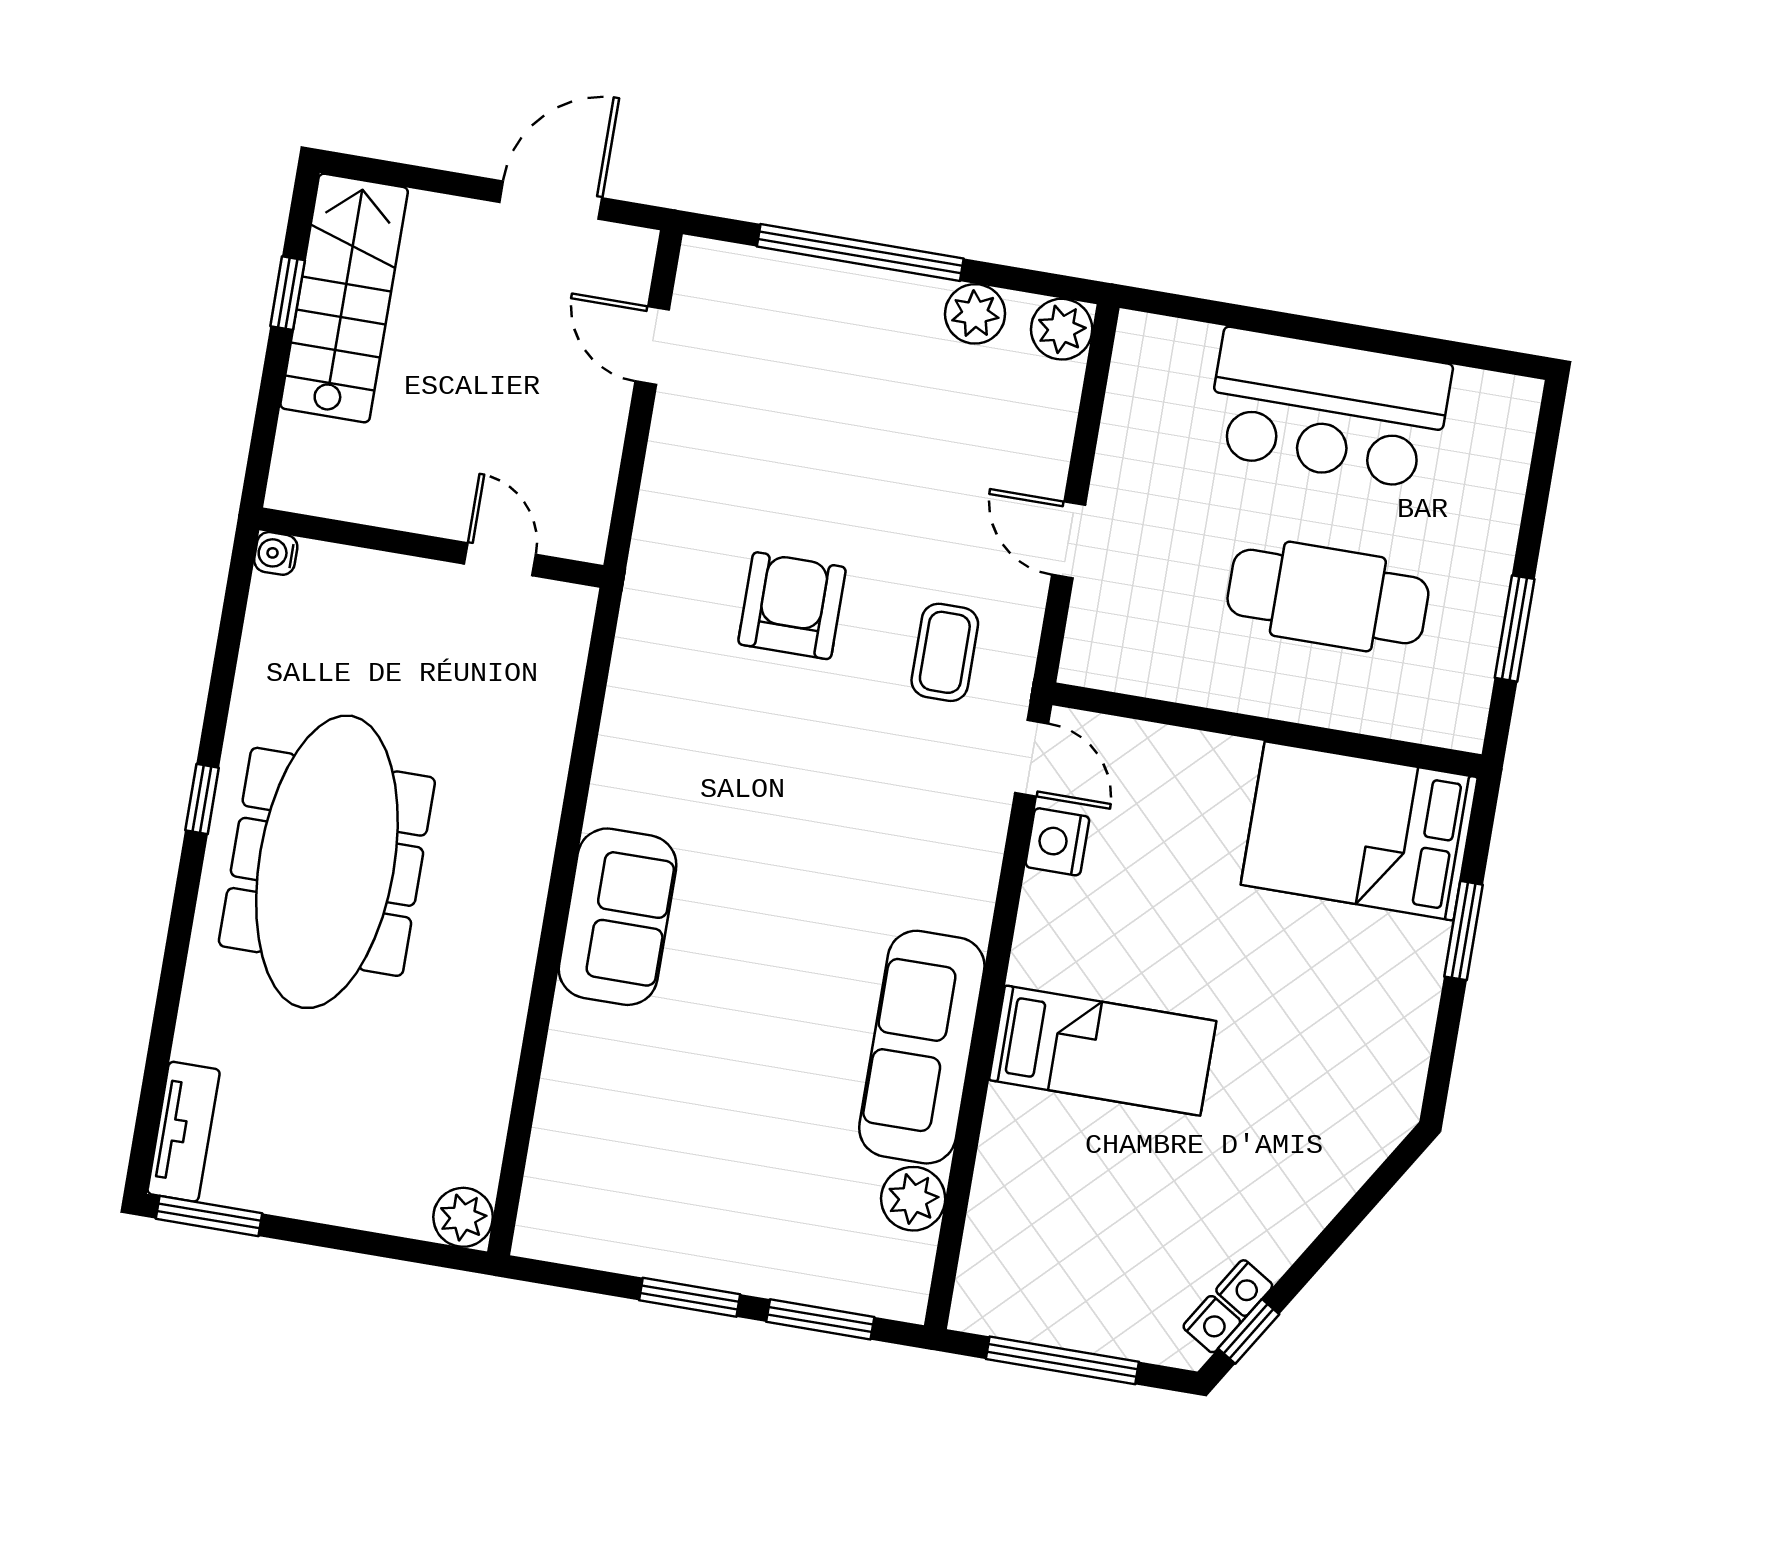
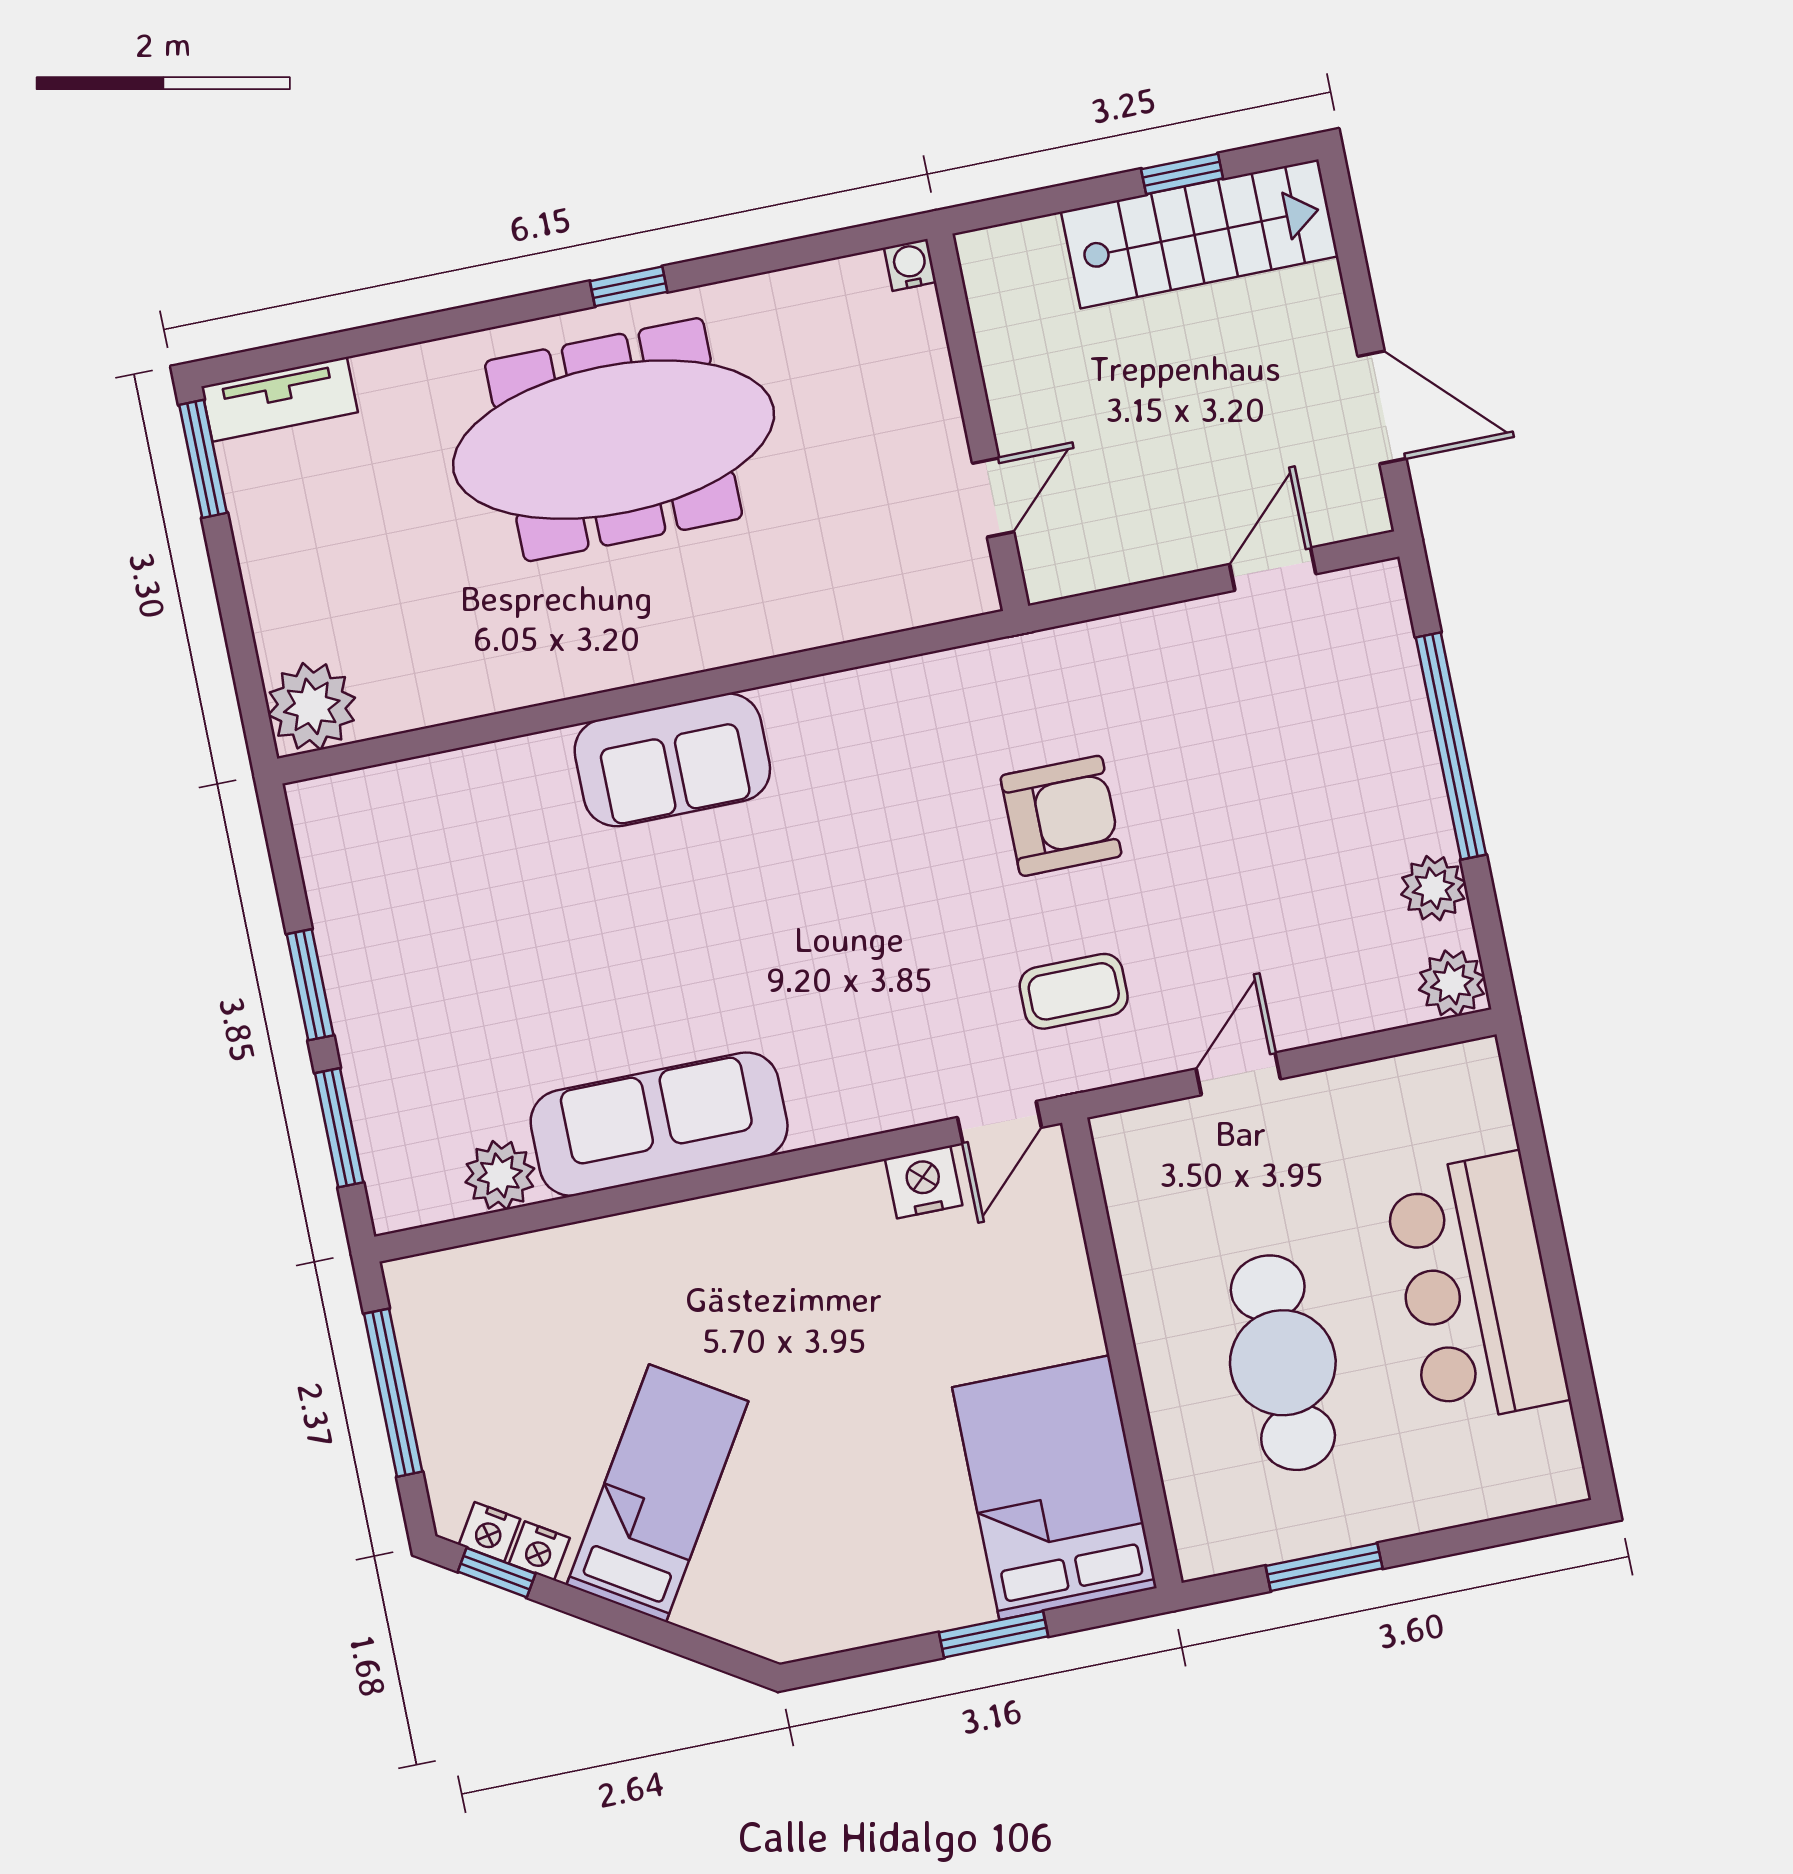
bed: (1103, 1051) -> (657, 1493), moved, turned -148
plant: (463, 1217) -> (312, 706), width x1.36, depth x1.36

